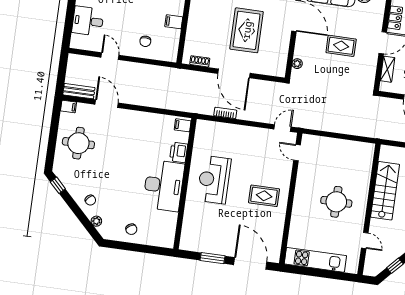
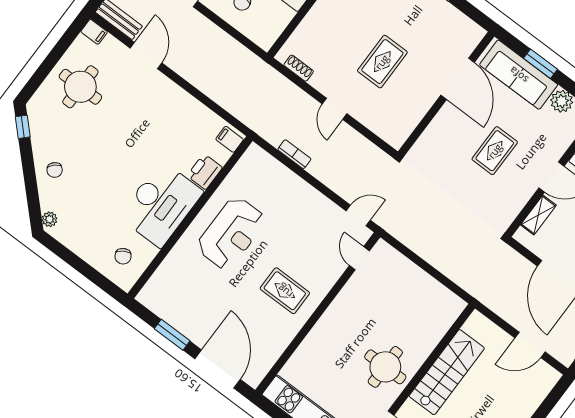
rug: (247, 30) -> (382, 62), width x0.73, depth x0.70
rug: (341, 46) -> (495, 151), turned 90
plant: (297, 64) -> (424, 142), removed
door: (234, 73) -> (335, 109), width x0.53
reception desk: (214, 180) -> (231, 233), turned 180
round table: (336, 202) -> (385, 367), moved
plant: (96, 221) -> (50, 219), moved
chair: (131, 229) -> (123, 256), moved

